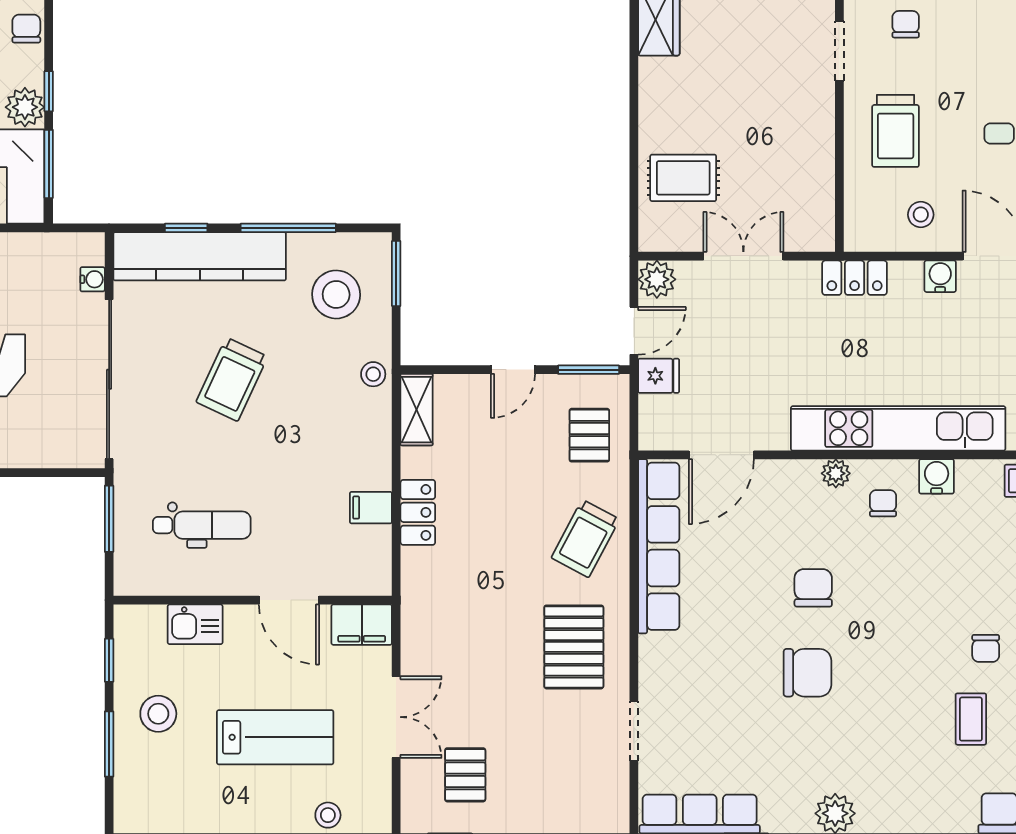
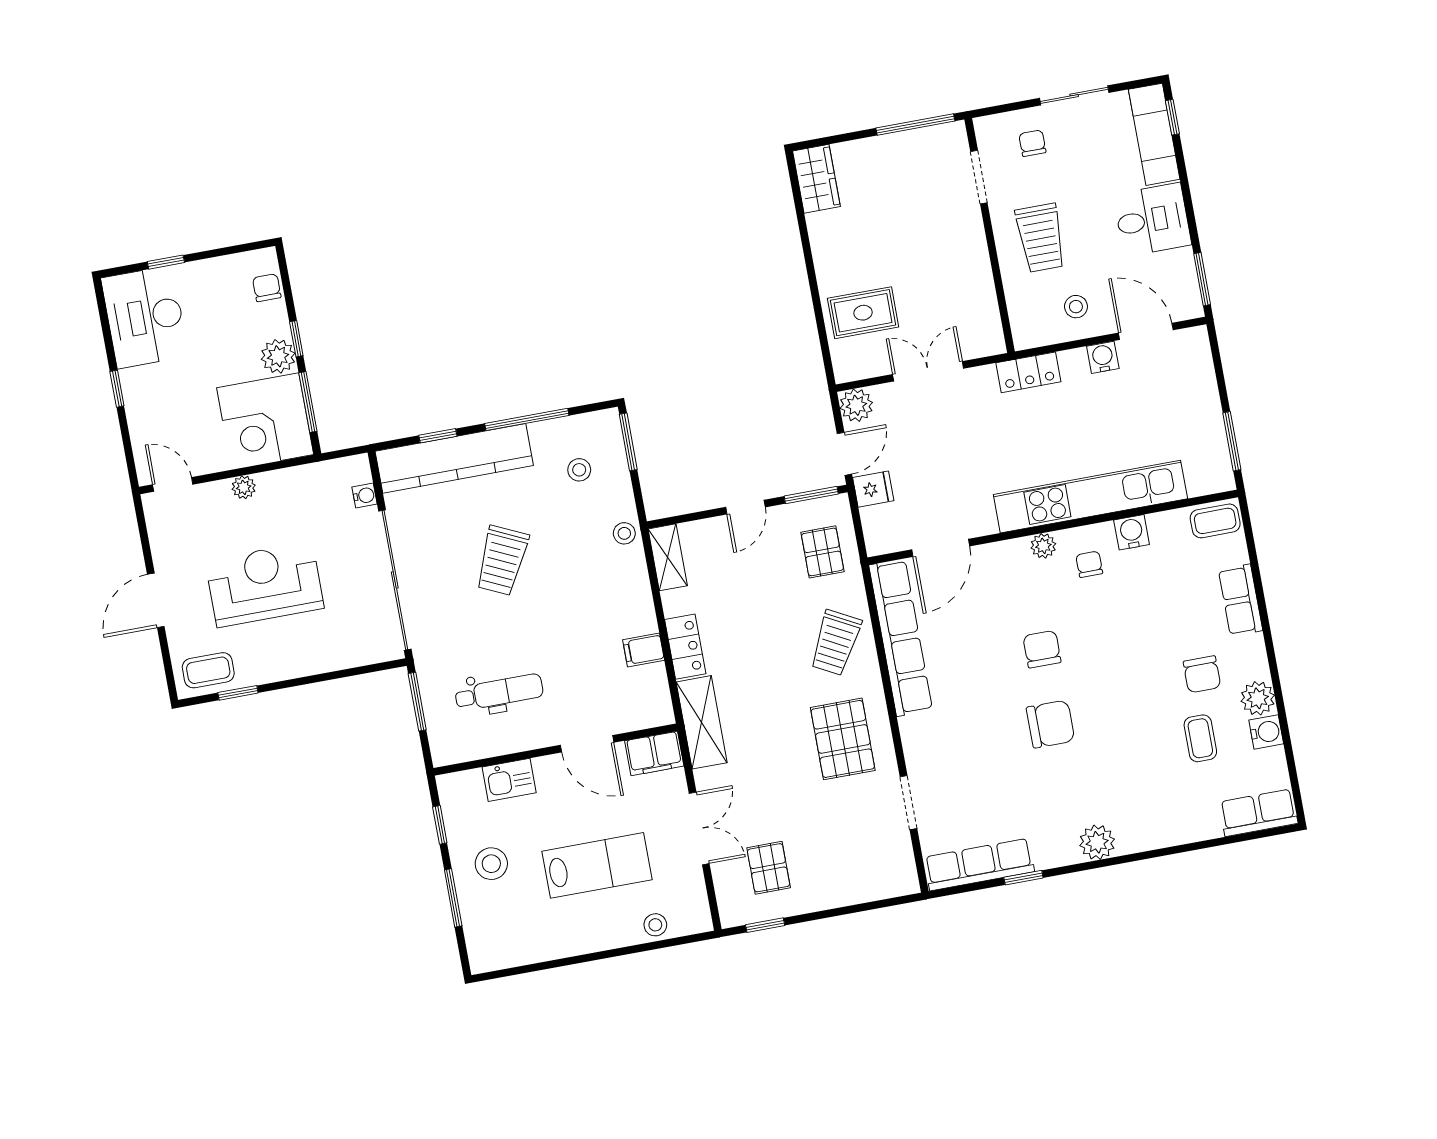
stool: (336, 294) -> (579, 470), width x0.53, depth x0.53
shelving: (421, 600) -> (702, 722), added
chair: (986, 648) -> (1202, 674), width x1.37, depth x1.37

